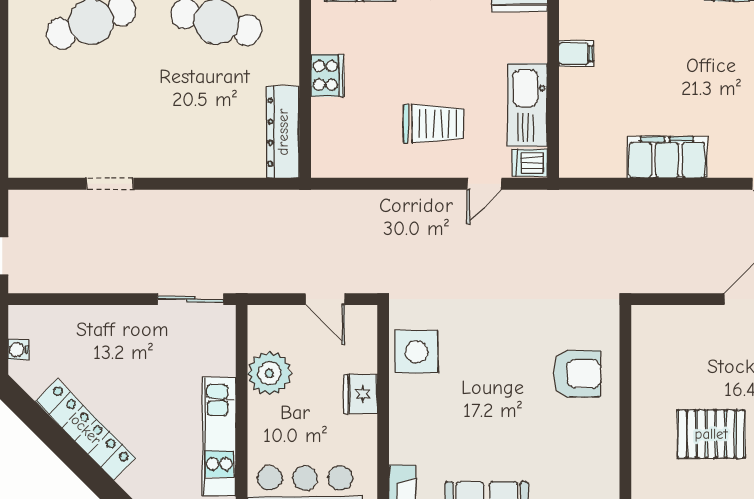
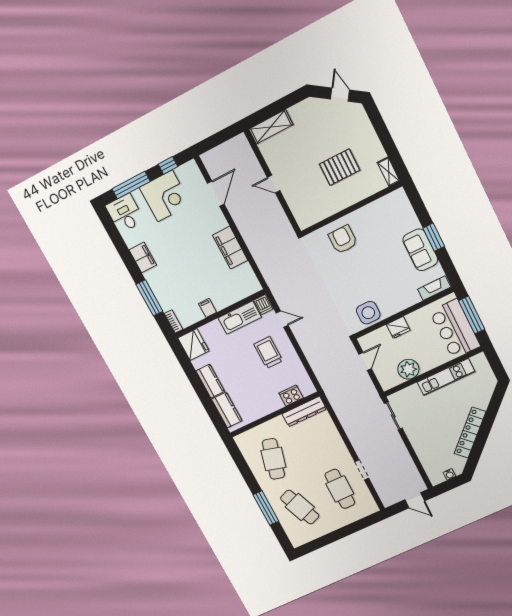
cooker: (327, 75) -> (291, 396), moved
cafe table: (91, 121) -> (340, 489), added
pallet: (711, 434) -> (340, 167), turned 90

